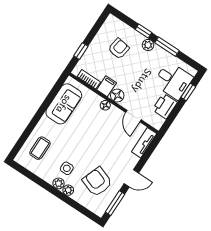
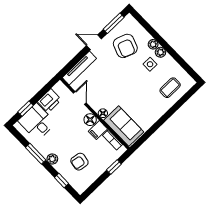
window: (143, 31) -> (61, 180), moved
sofa: (64, 104) -> (124, 126), moved, turned 90
tv unit: (144, 143) -> (79, 68), width x1.41

